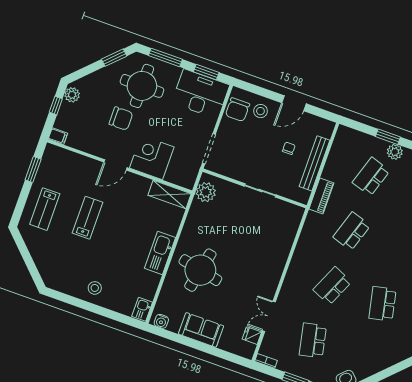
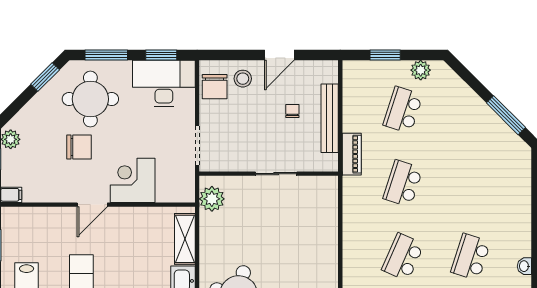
window: (388, 137) -> (385, 55), moved
shelving: (169, 194) -> (185, 239), moved, turned 90
school desk: (383, 304) -> (471, 257), turned 30

